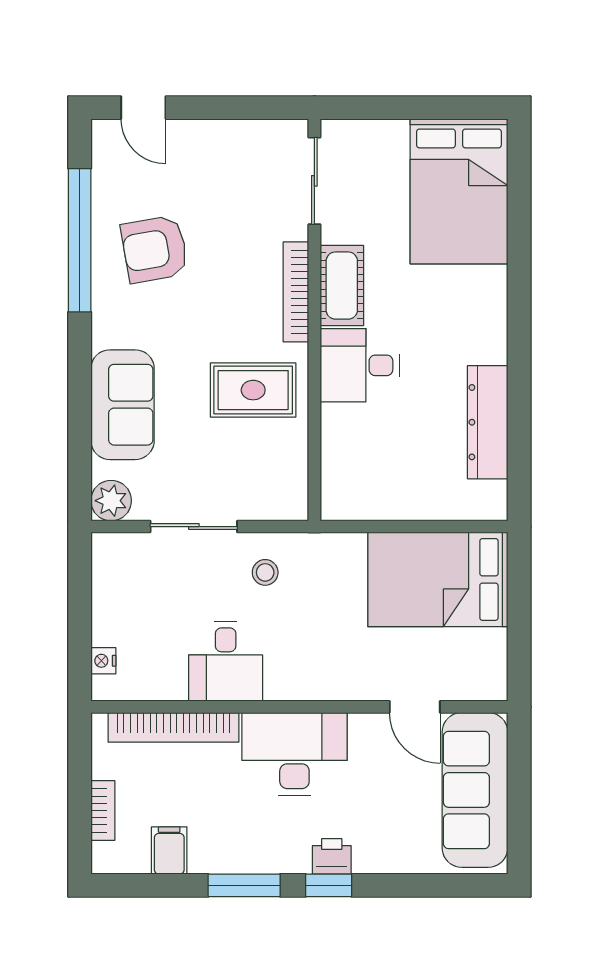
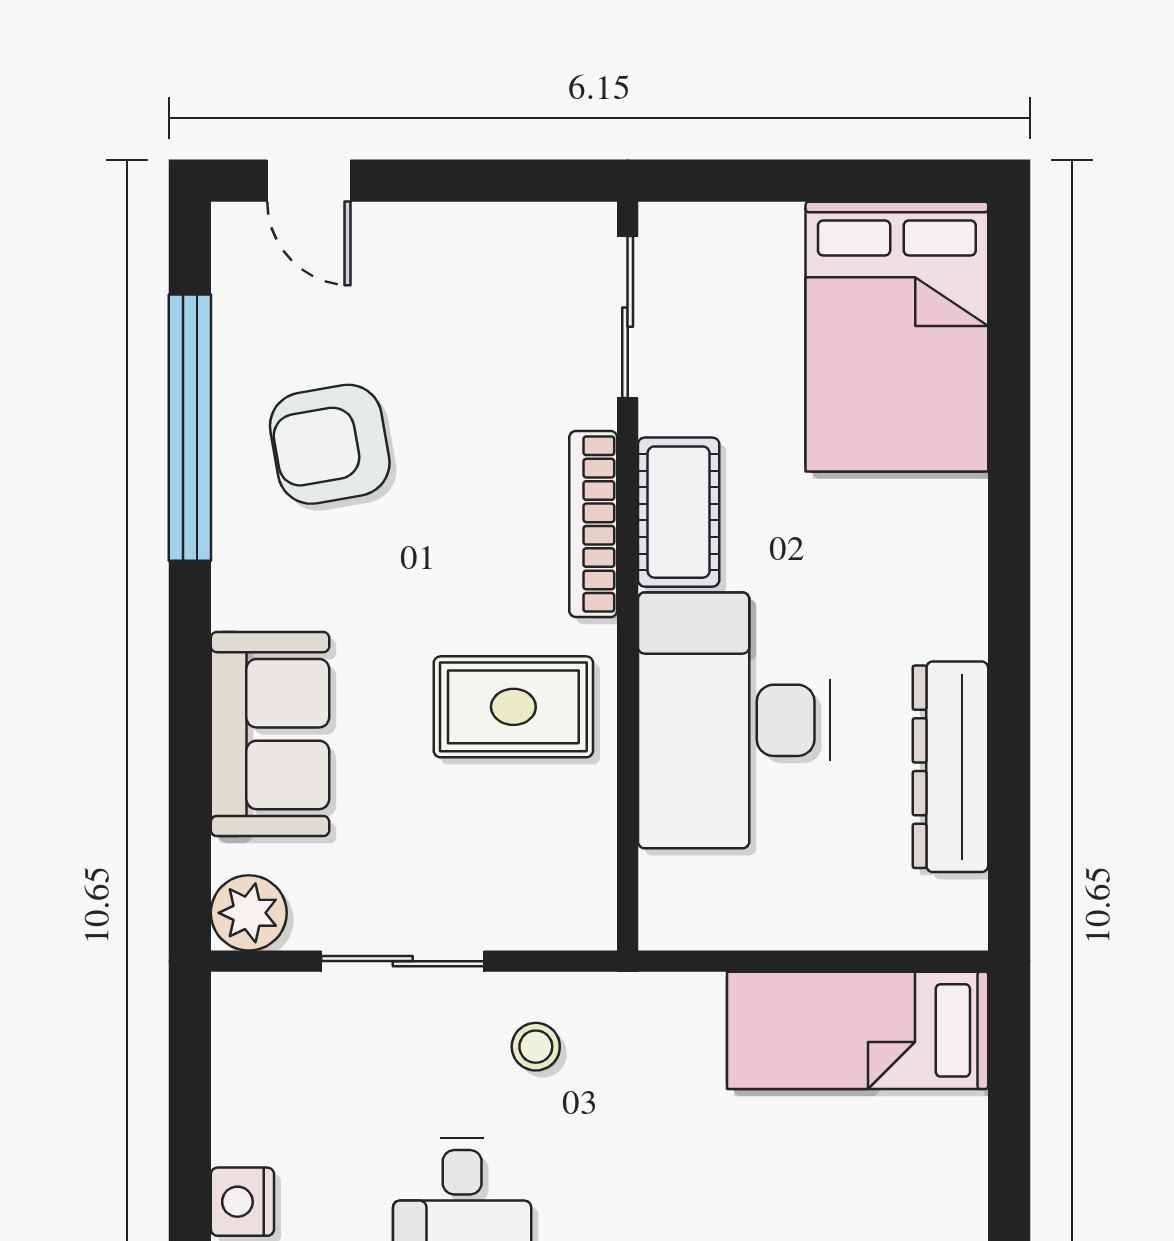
desk: (360, 365) -> (734, 720), width x1.87, depth x1.30
bed: (438, 579) -> (858, 1030), width x0.67
nightstand: (103, 661) -> (242, 1202), width x1.39, depth x1.35

